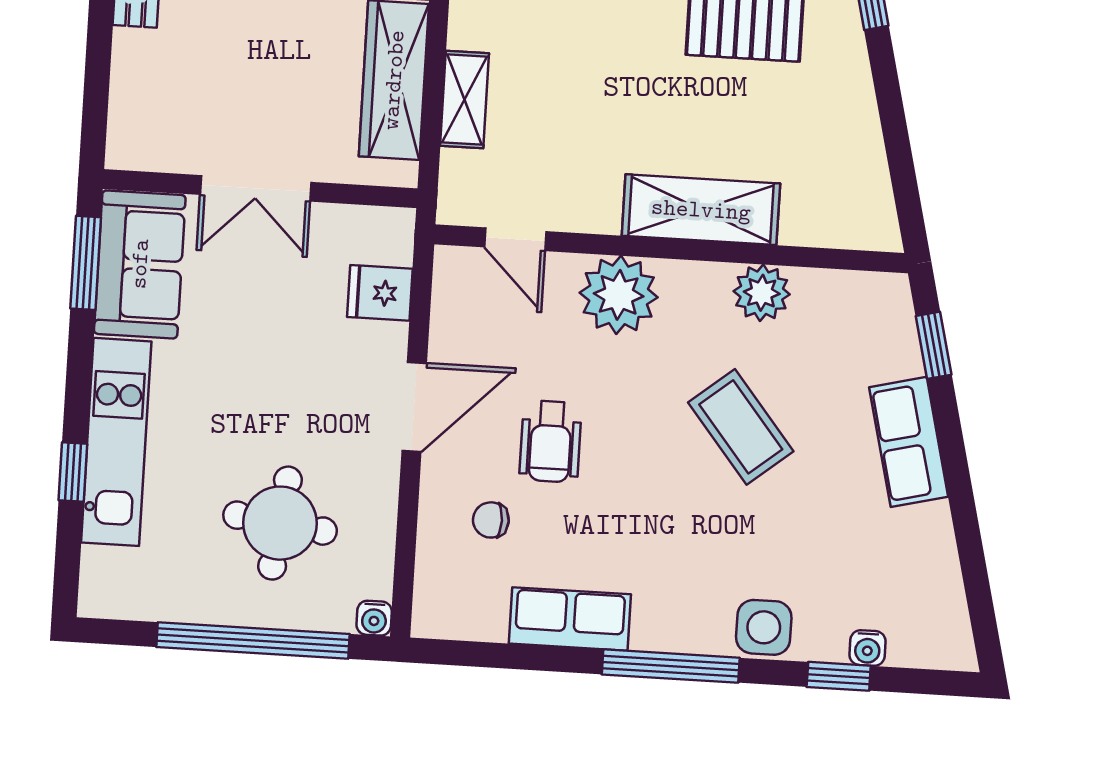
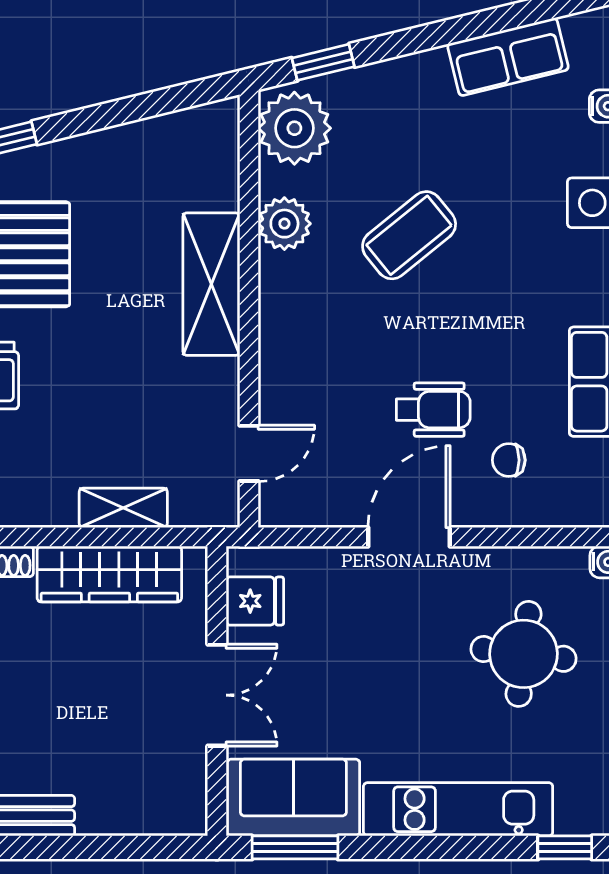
fridge: (380, 293) -> (255, 601), moved, turned -90
plant: (619, 295) -> (294, 128), moved
door: (414, 407) -> (409, 537), hinge flipped
row of seats: (909, 442) -> (508, 57), moved
window: (73, 472) -> (565, 847), moved
chair: (491, 520) -> (509, 460), turned 90

